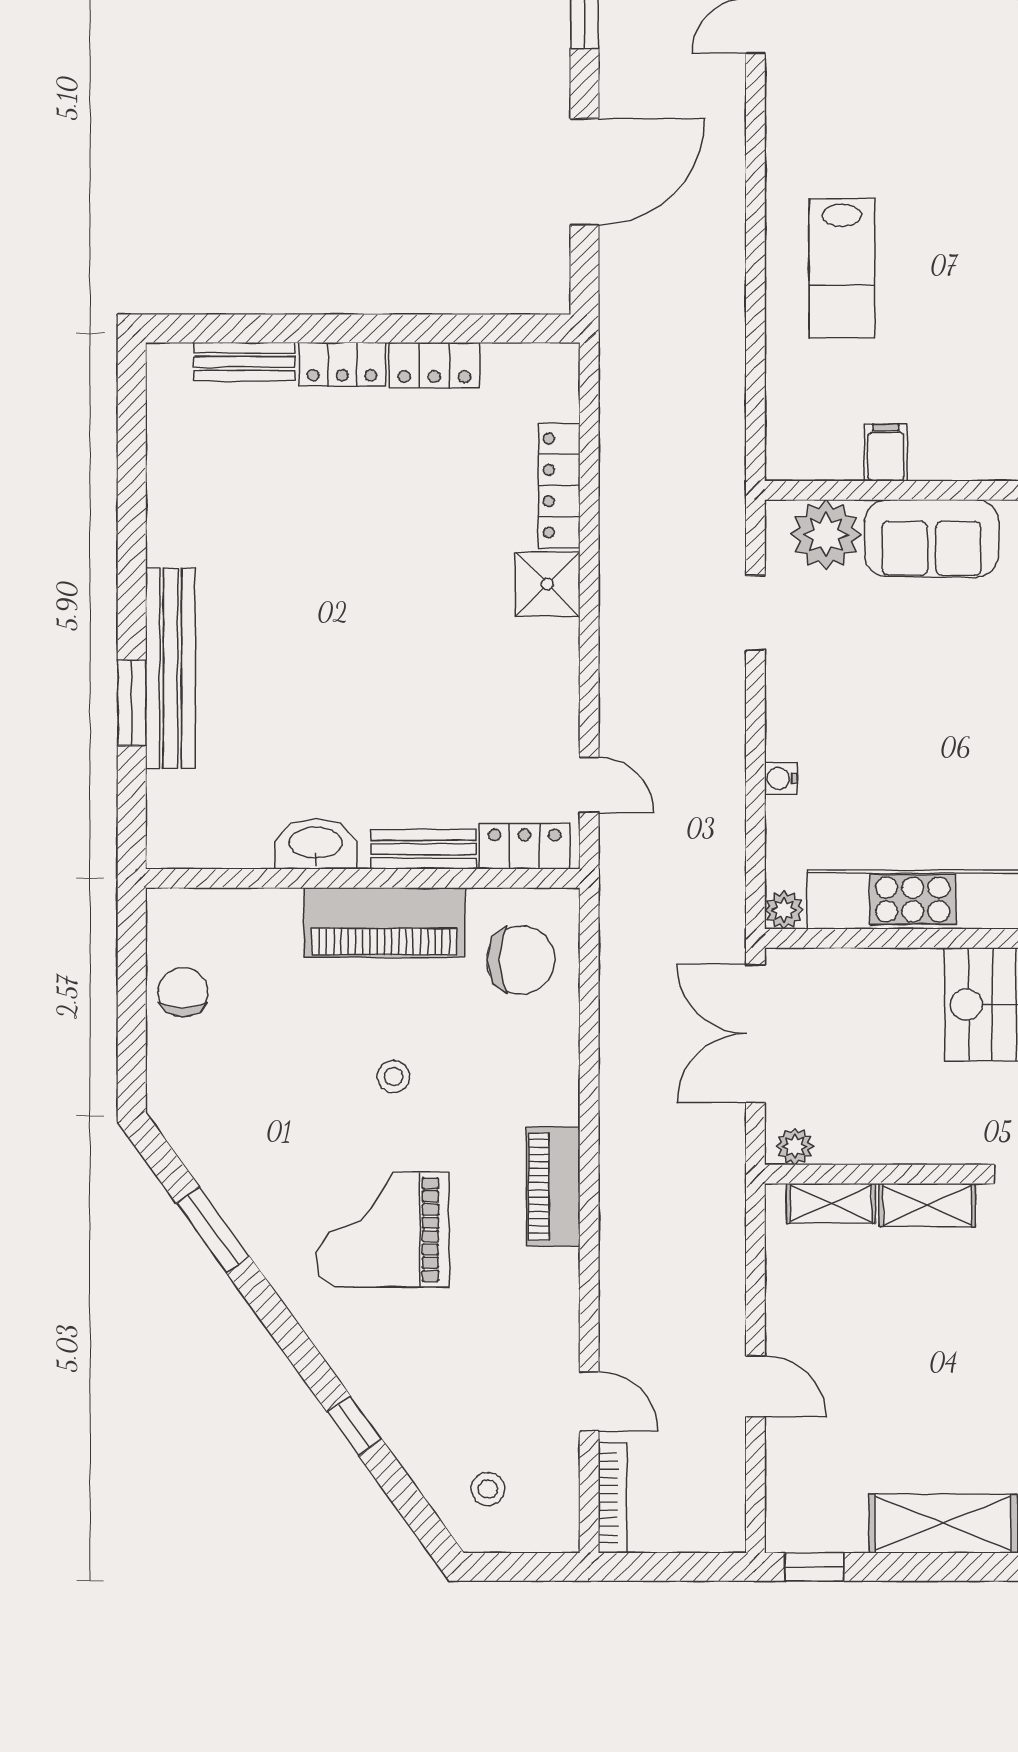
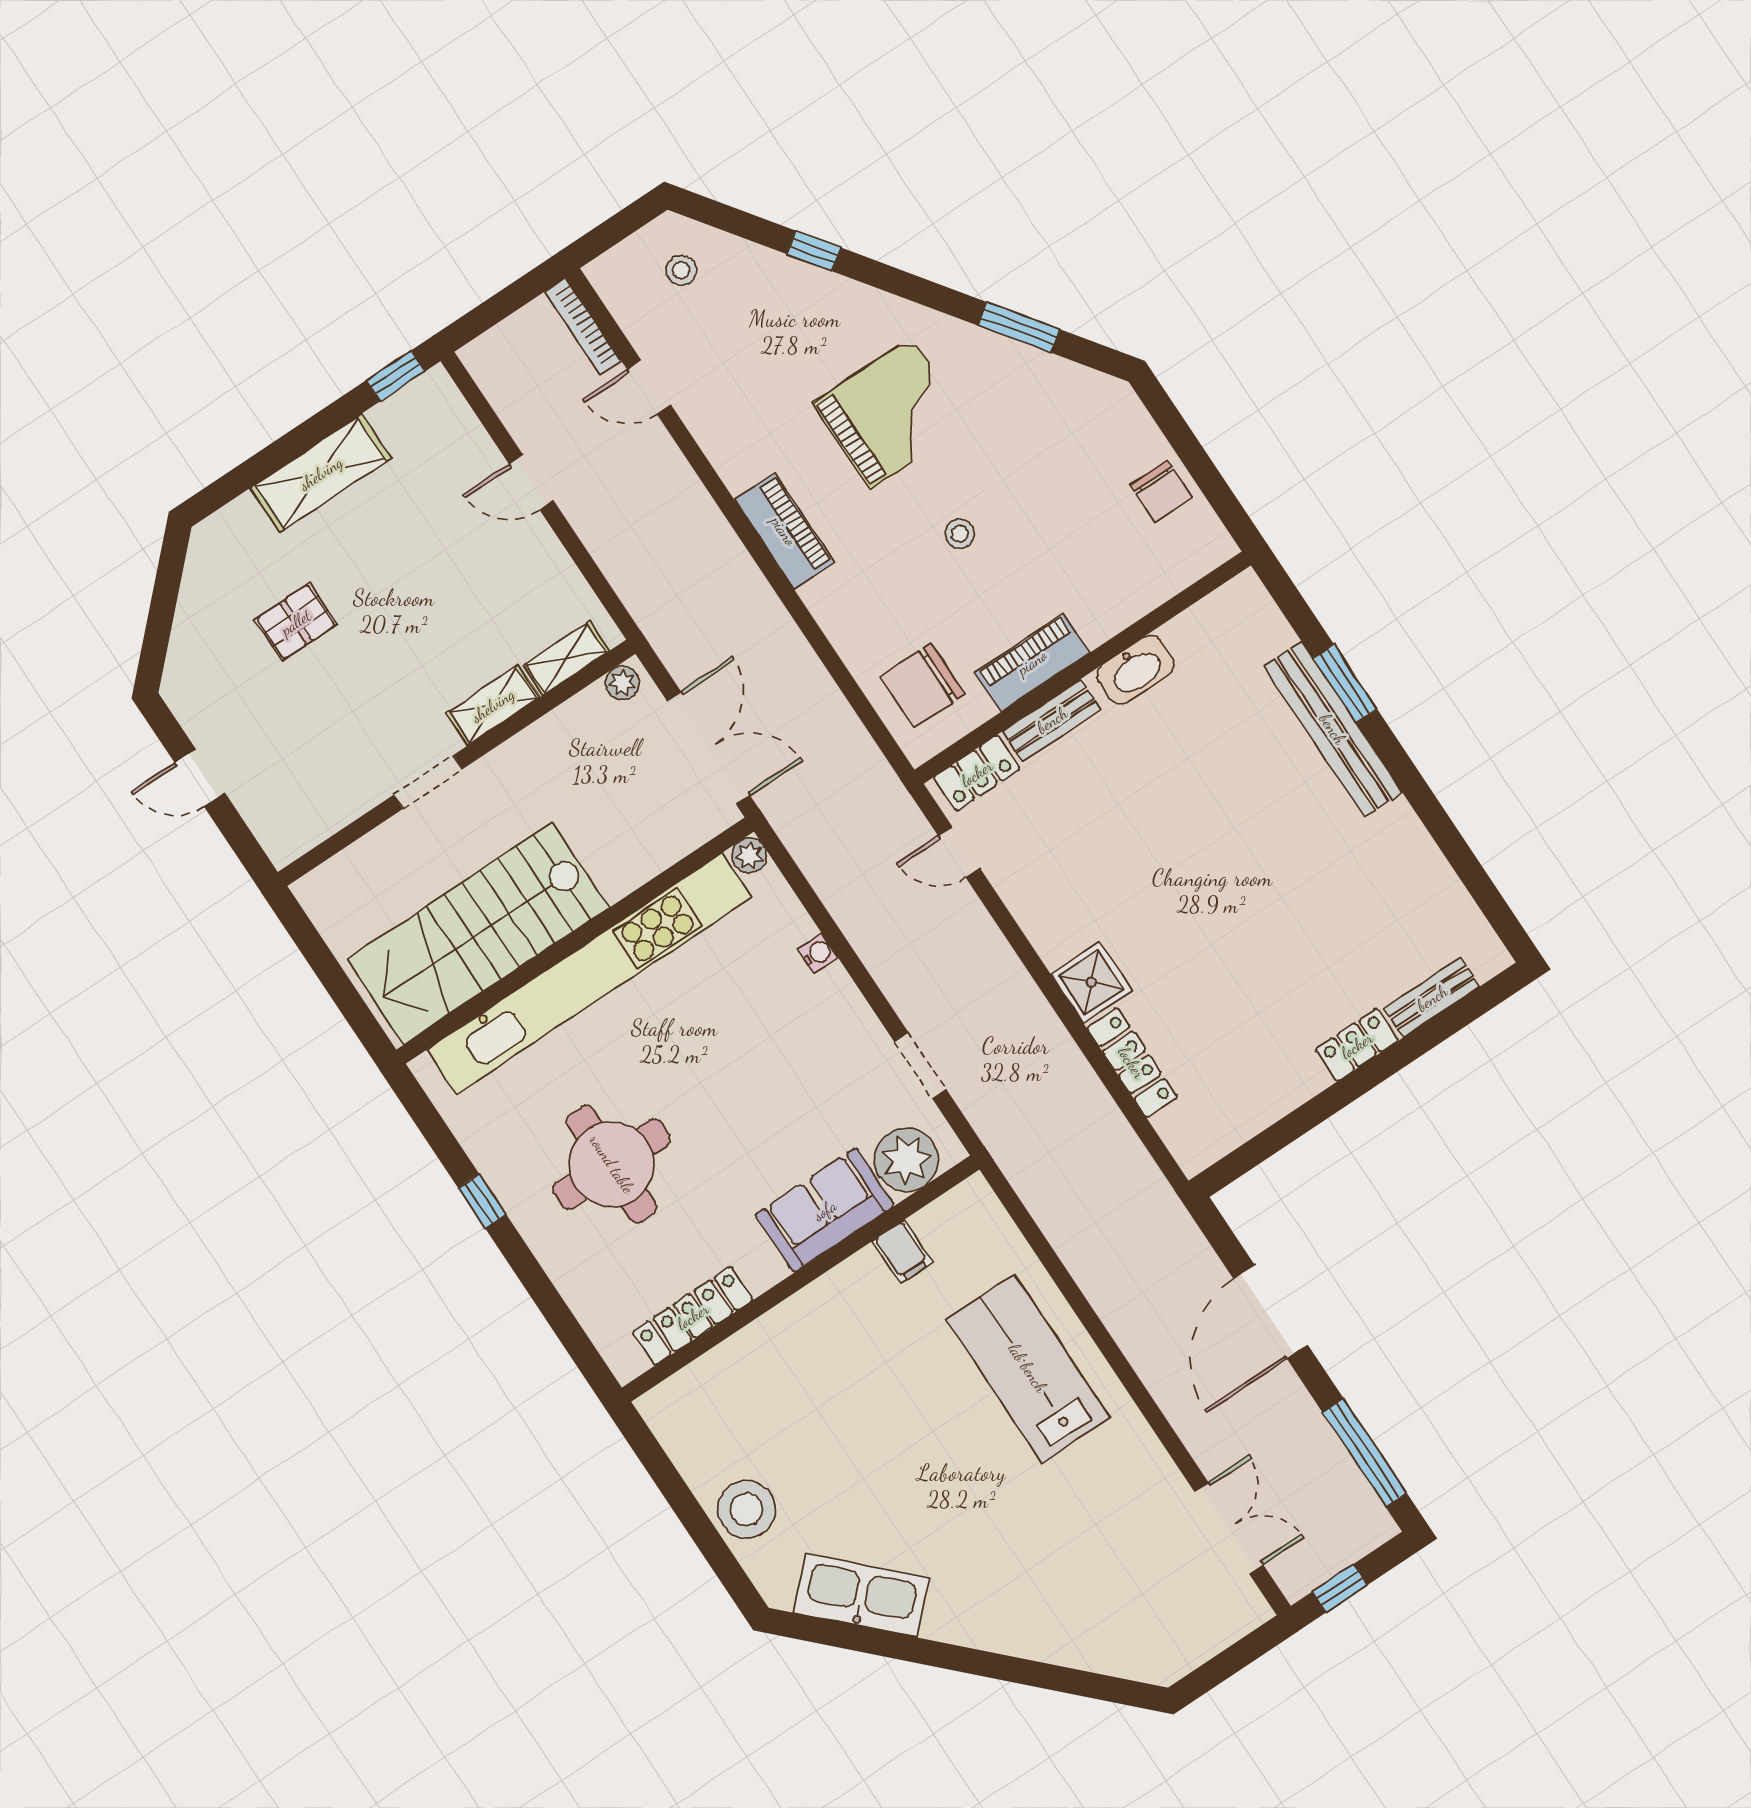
lab bench: (842, 268) -> (1028, 1368), width x1.36, depth x1.39
locker: (434, 365) -> (1287, 1090), removed
piano: (384, 923) -> (1032, 662), width x0.73, depth x0.75

